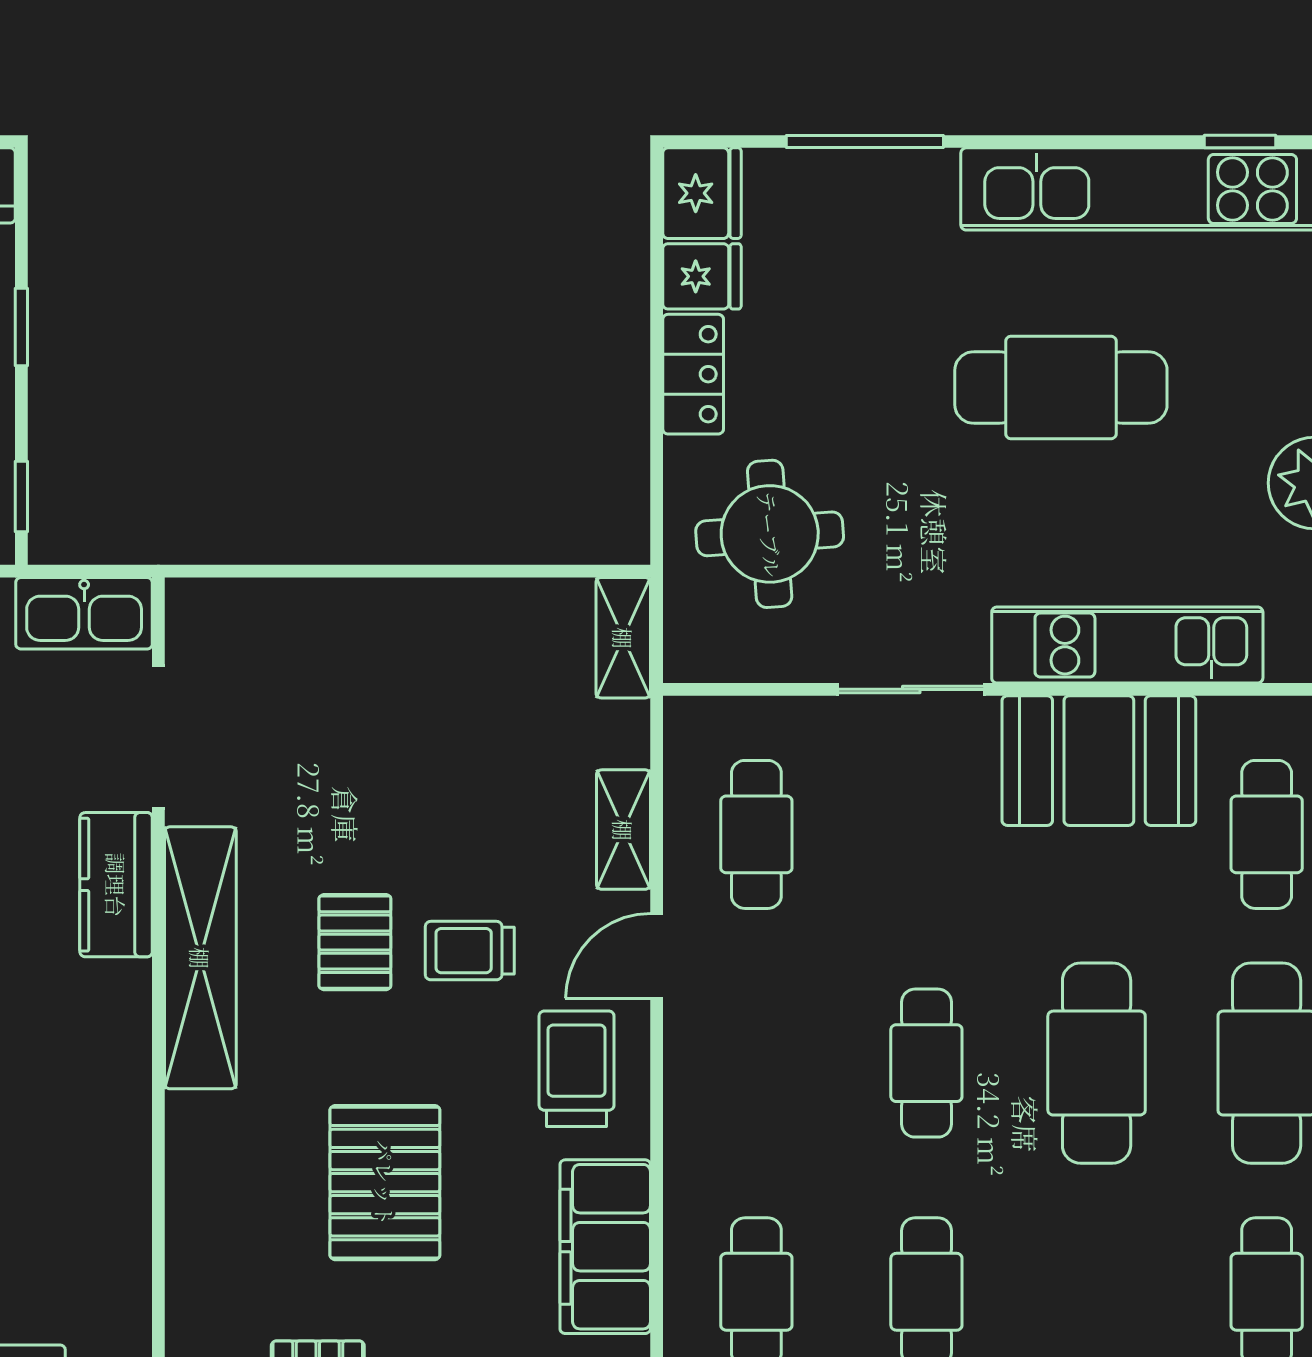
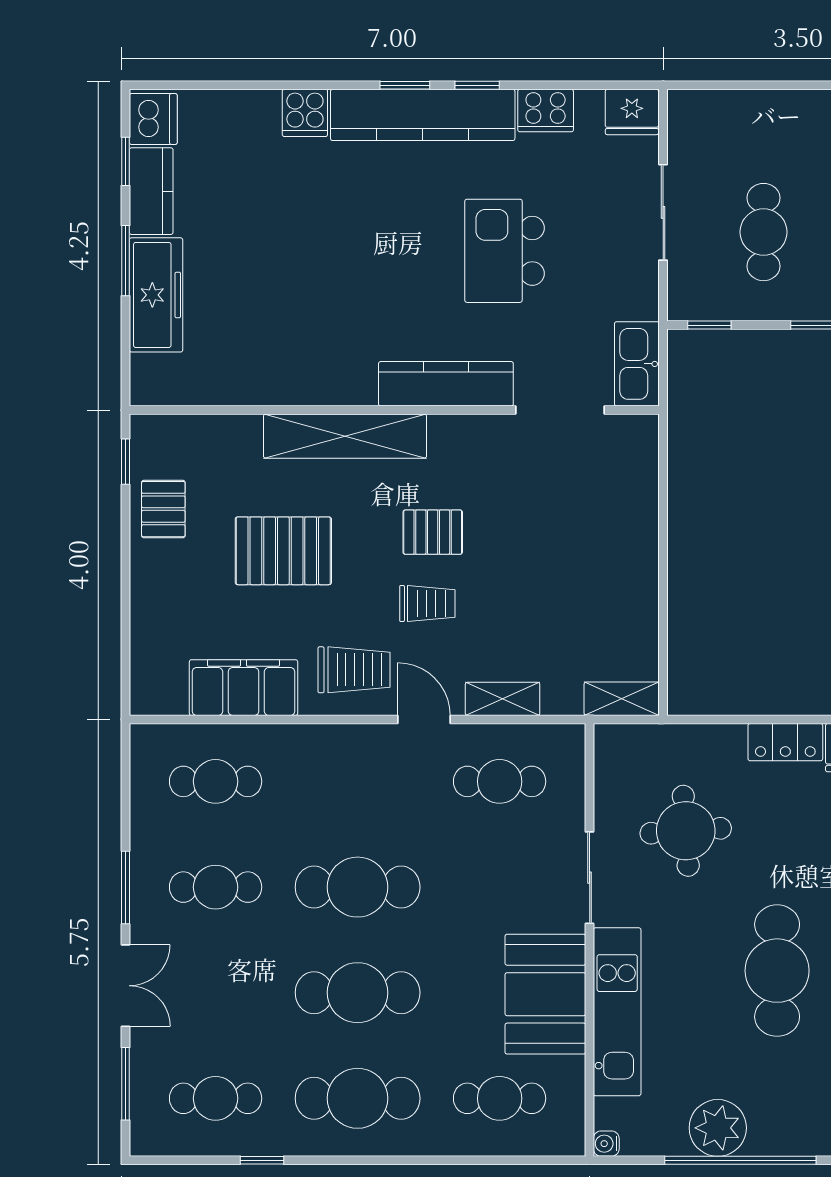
round table: (770, 534) -> (686, 831), moved
kitchen counter: (116, 885) -> (446, 384), width x1.50
trolley: (470, 951) -> (427, 604), turned 90
shelving: (200, 958) -> (345, 436), moved
cafe table: (926, 1063) -> (358, 887), width x1.37, depth x1.35

